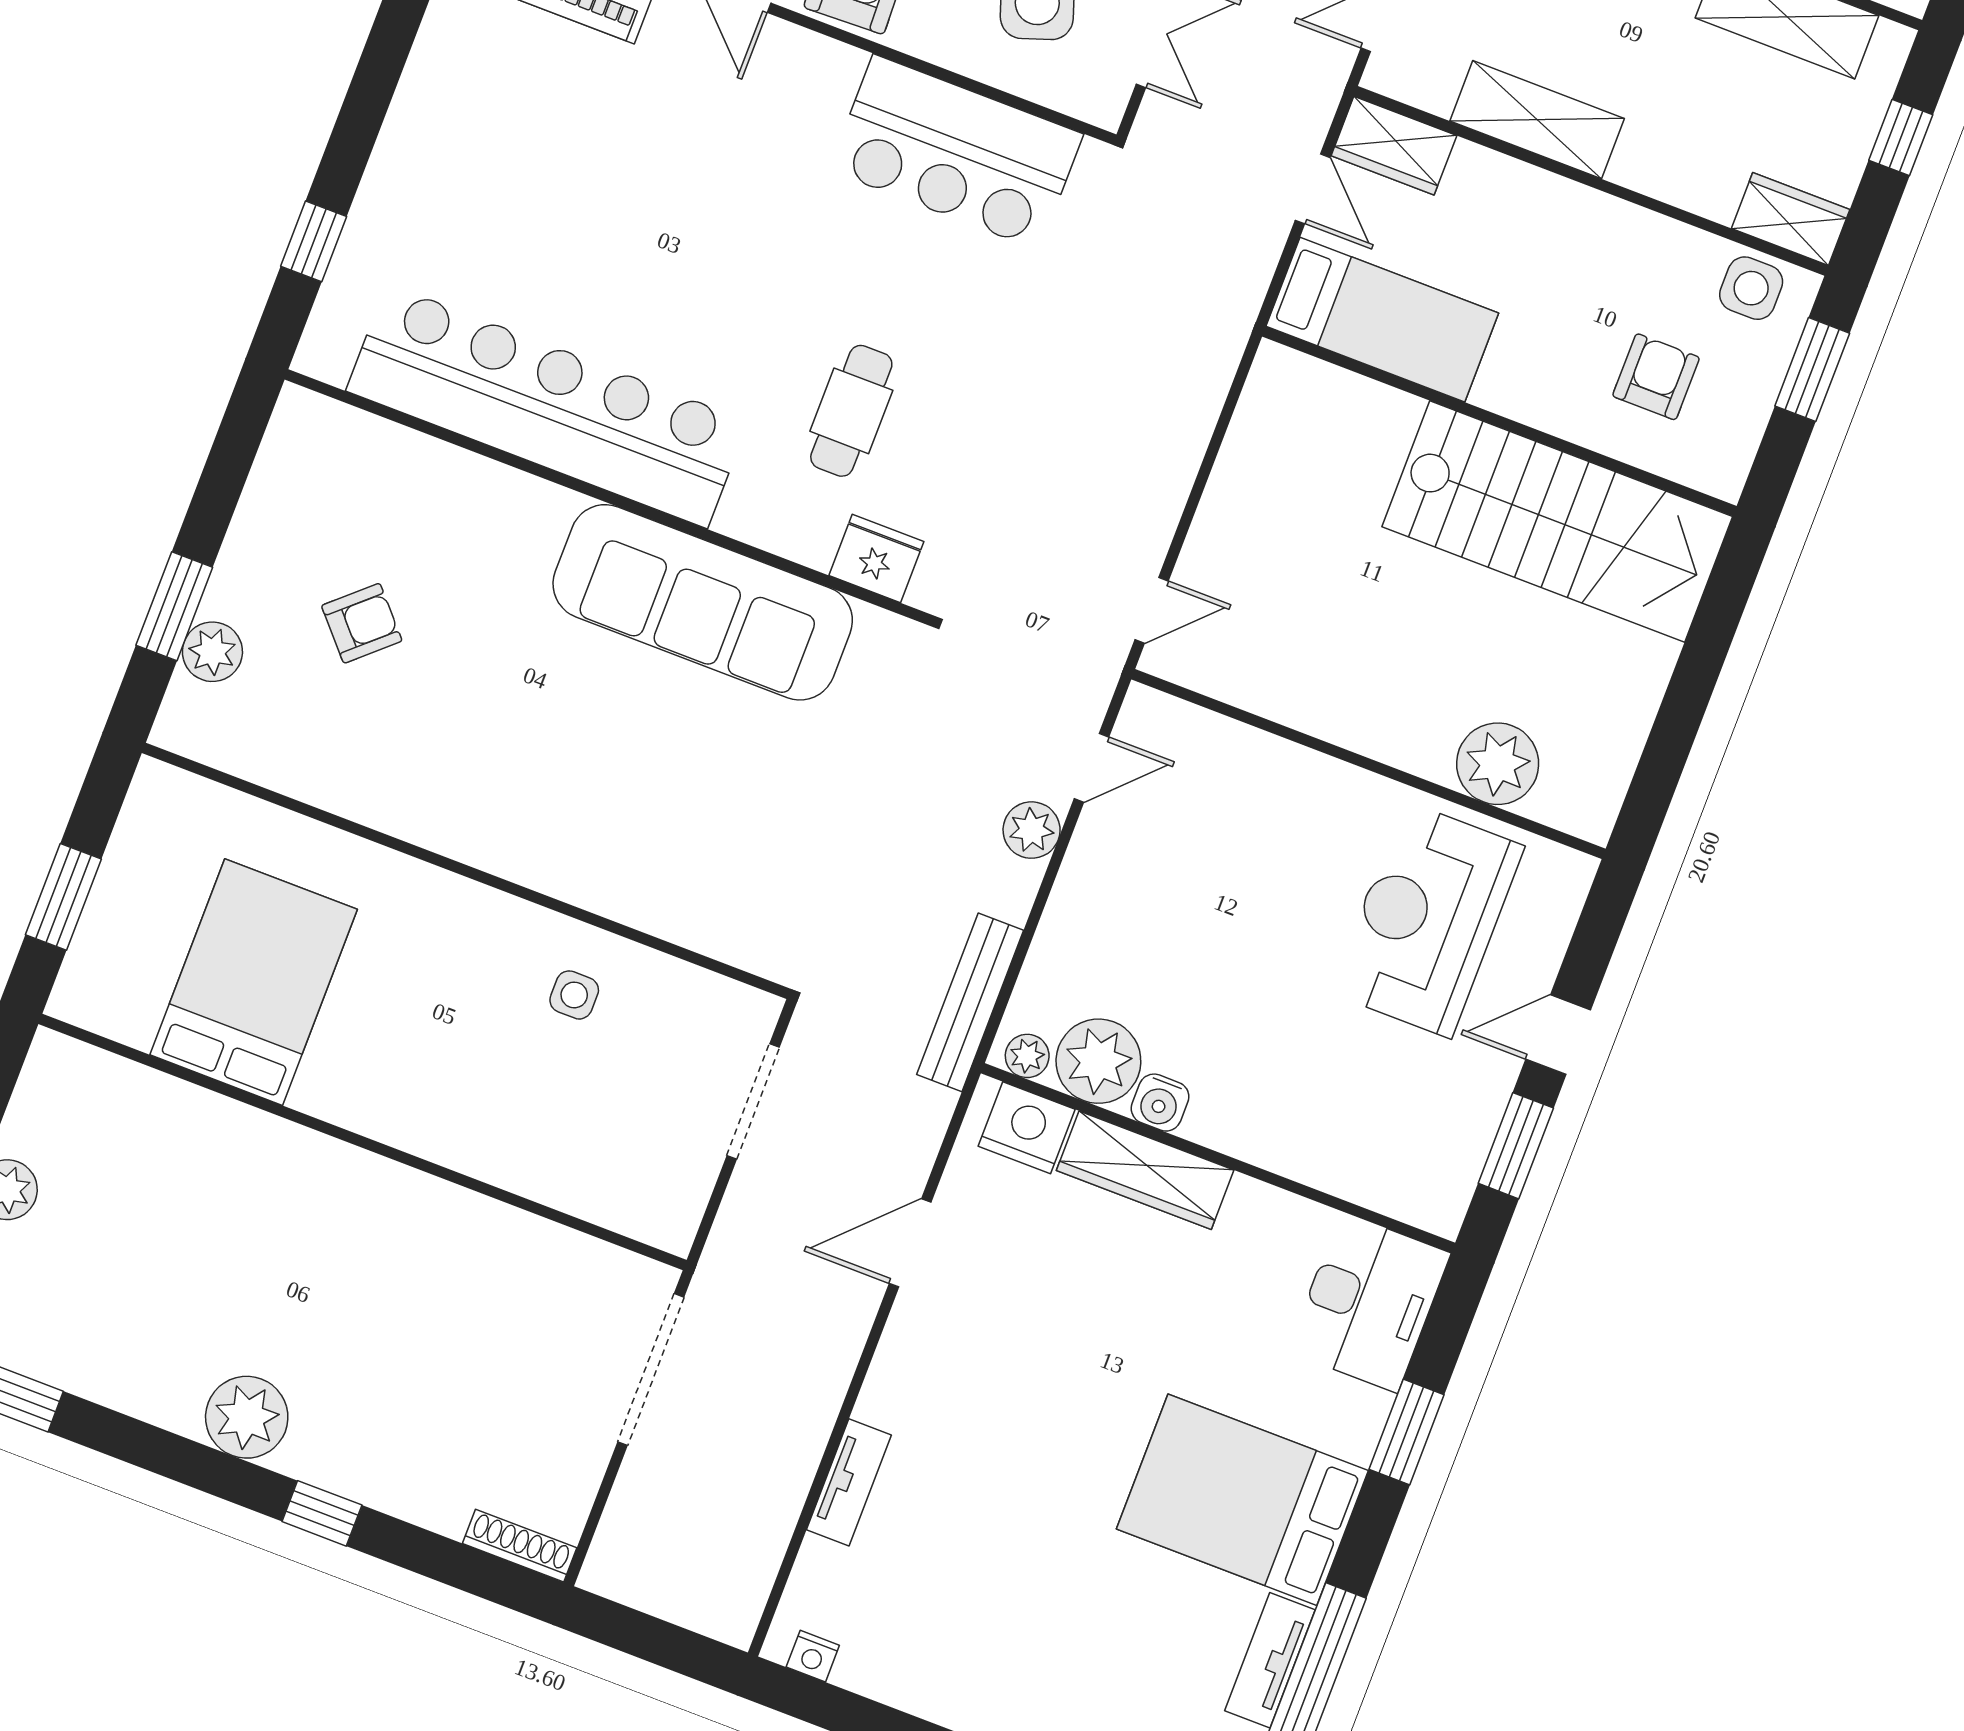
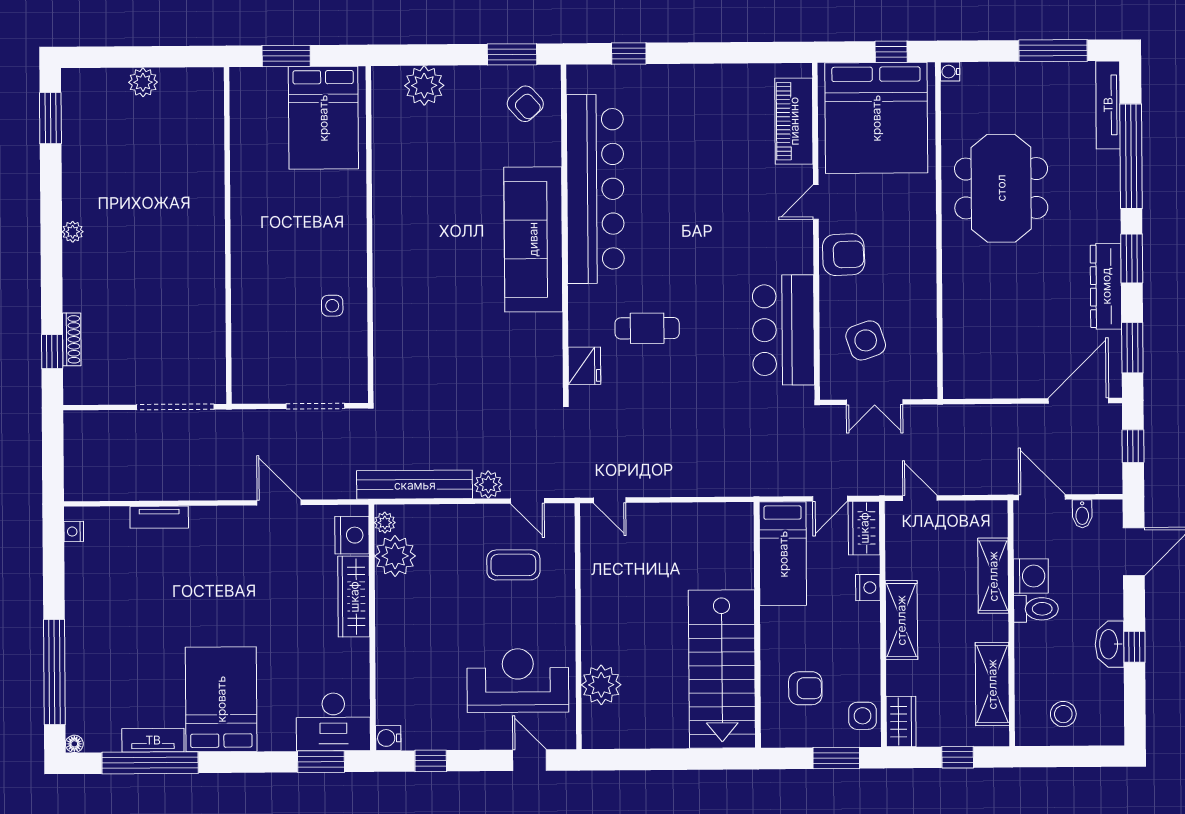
shelving: (1537, 120) -> (901, 620), moved
nightstand: (1510, 182) -> (868, 588), added
sofa: (703, 602) -> (533, 239), moved
window: (174, 606) -> (512, 54), moved
armchair: (362, 623) -> (525, 104), moved
plant: (212, 652) -> (424, 86), width x1.36, depth x1.36
coffee table: (1204, 842) -> (513, 565), added
bed: (254, 982) -> (323, 118), moved, turned 90
bench: (970, 1002) -> (415, 485), width x1.37, depth x1.21
door: (1558, 1035) -> (530, 760), moved
water cooler: (1160, 1103) -> (388, 738), moved
window: (1516, 1146) -> (431, 761), width x0.67
plant: (247, 1417) -> (73, 232), width x0.53, depth x0.53
window: (1406, 1432) -> (321, 762), moved
window: (322, 1513) -> (52, 352), moved
shoe rack: (520, 1546) -> (72, 339), moved

